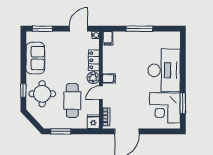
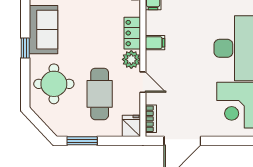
filing cabinet: (109, 79) -> (155, 43), moved
window: (23, 90) -> (25, 48), moved
door: (101, 93) -> (143, 82), swing flipped

